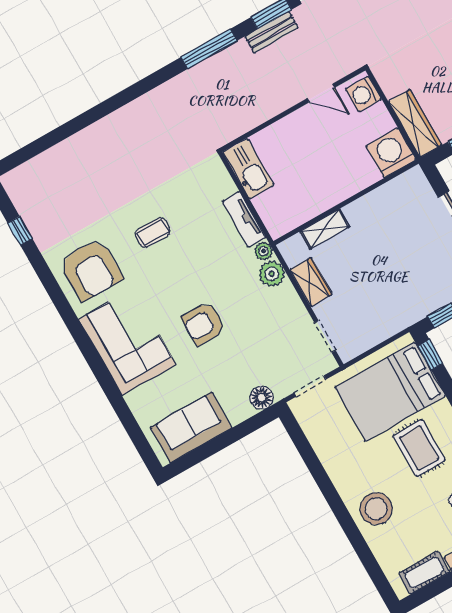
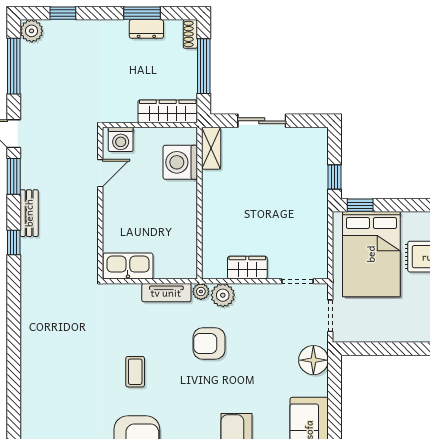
bench: (272, 32) -> (29, 213), moved
window: (209, 49) -> (14, 243), width x0.46
washing machine: (391, 153) -> (180, 162), moved
shelving: (325, 229) -> (211, 148), moved
armchair: (204, 324) -> (209, 343), moved, turned 90
floor lamp: (262, 398) -> (313, 360), width x1.38, depth x1.38

